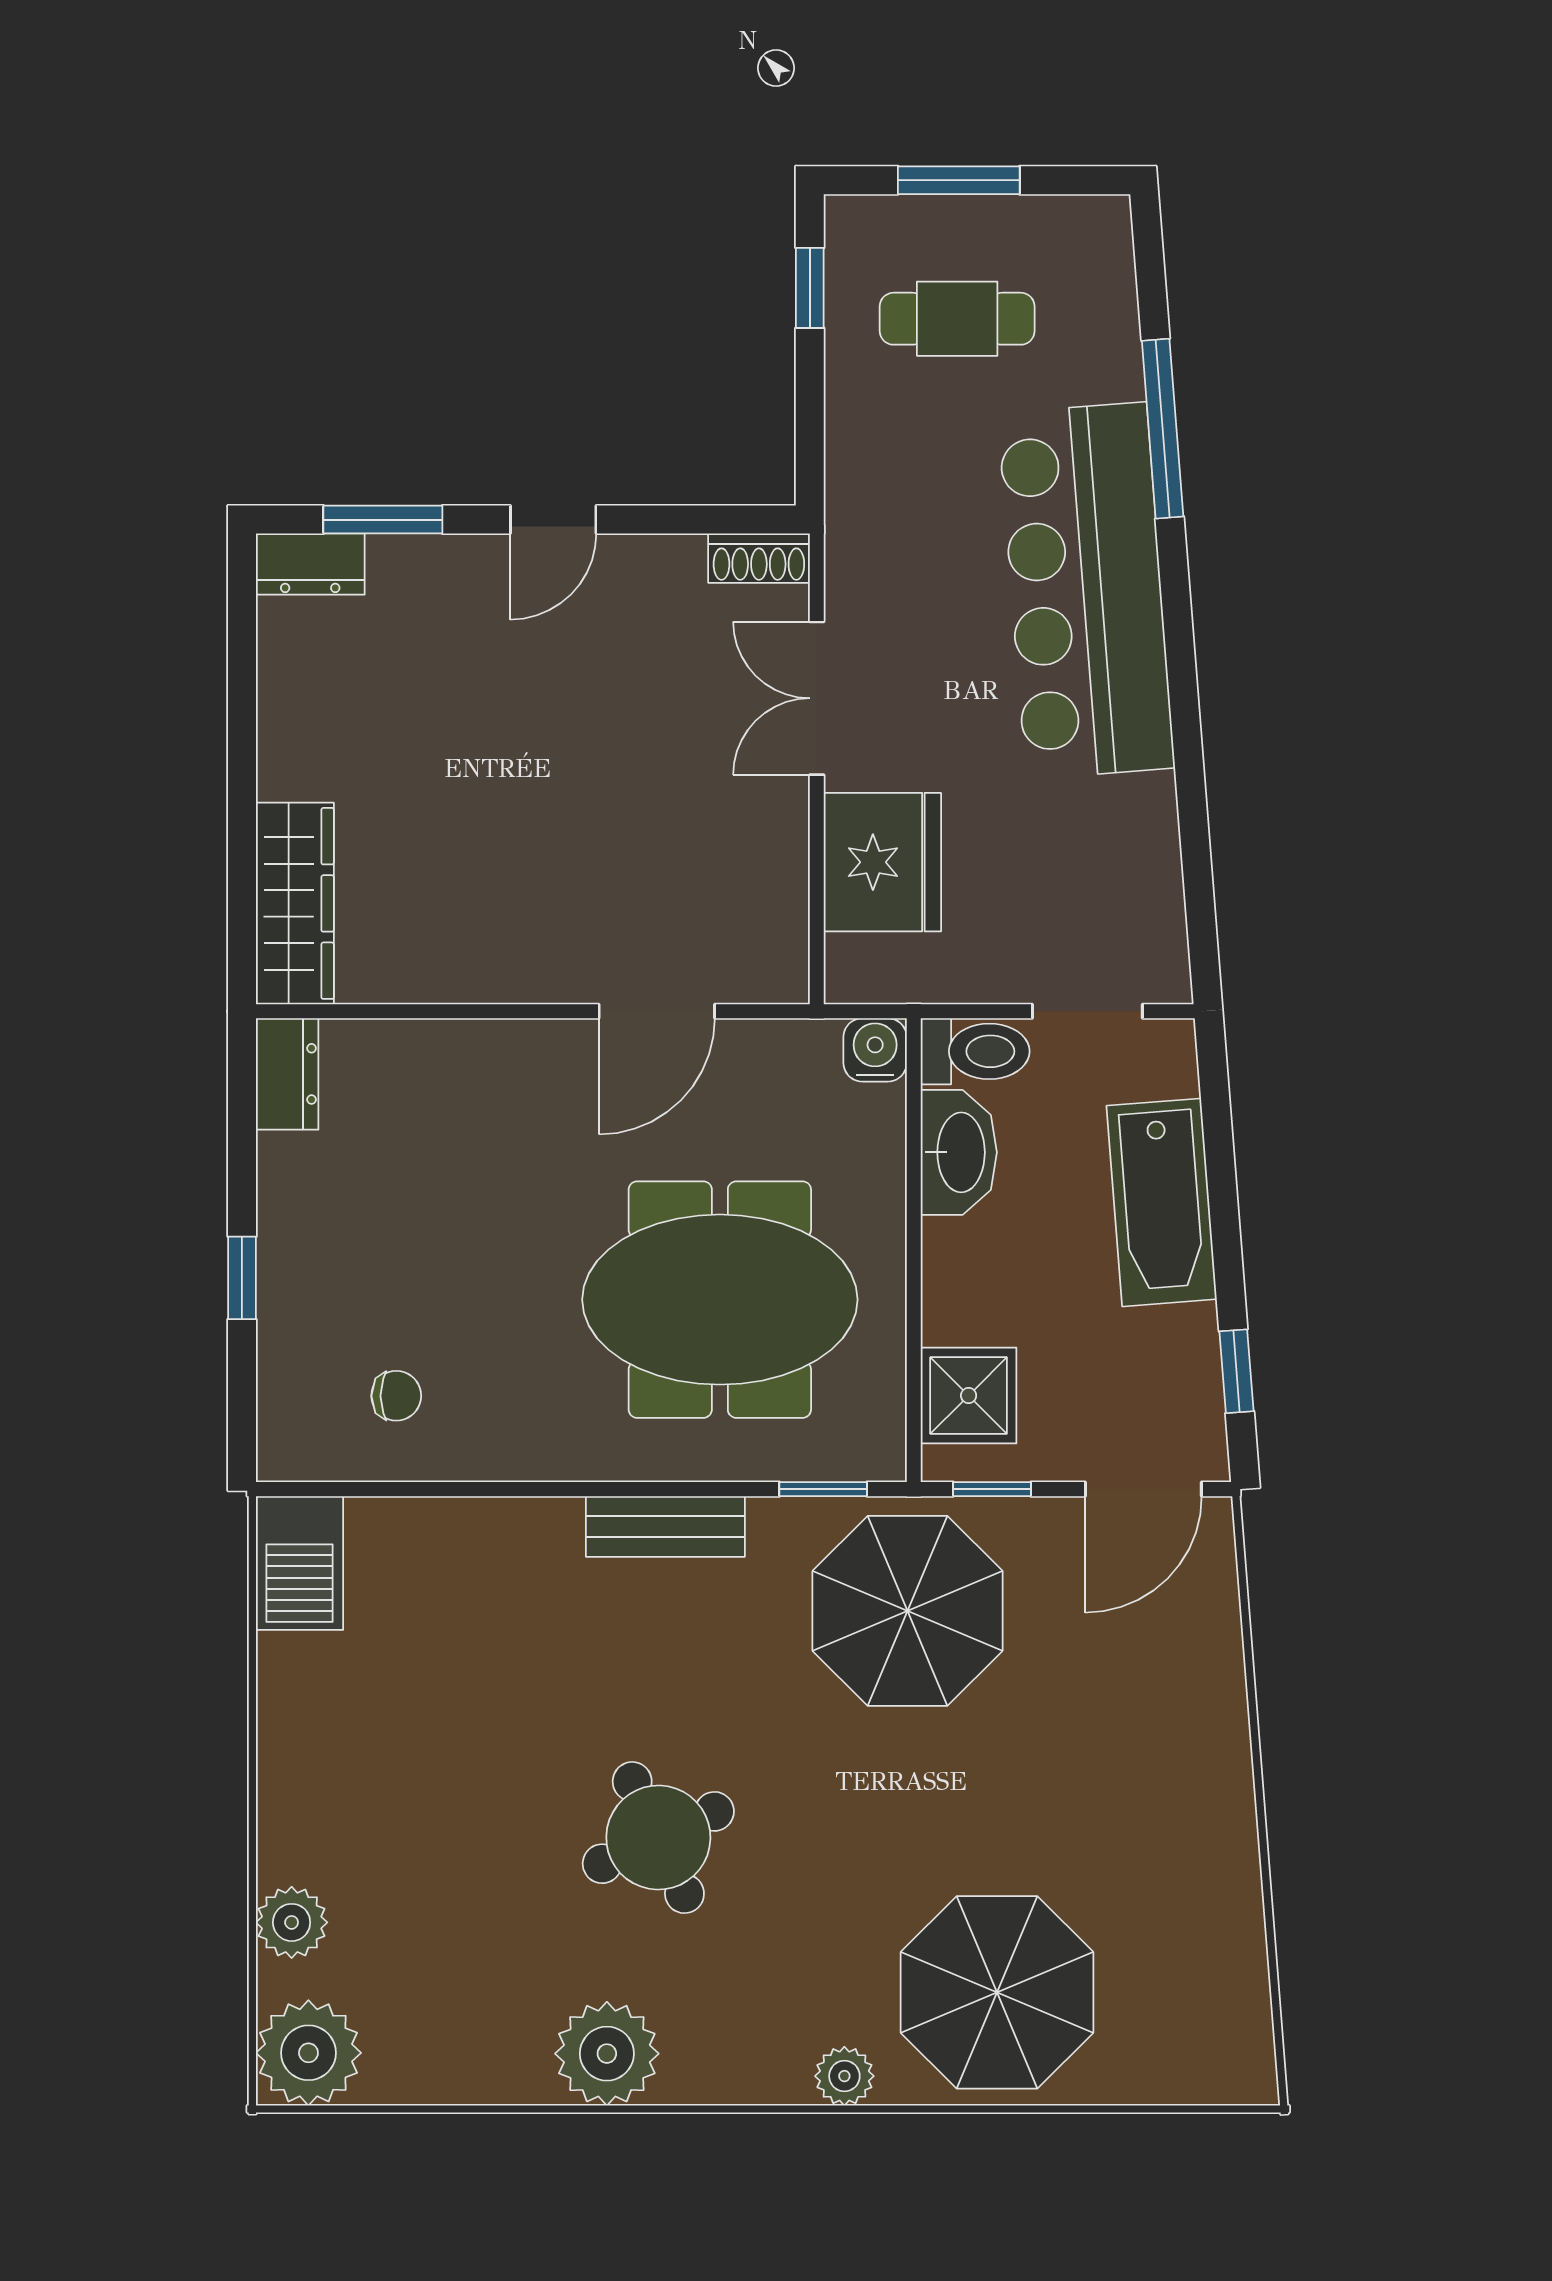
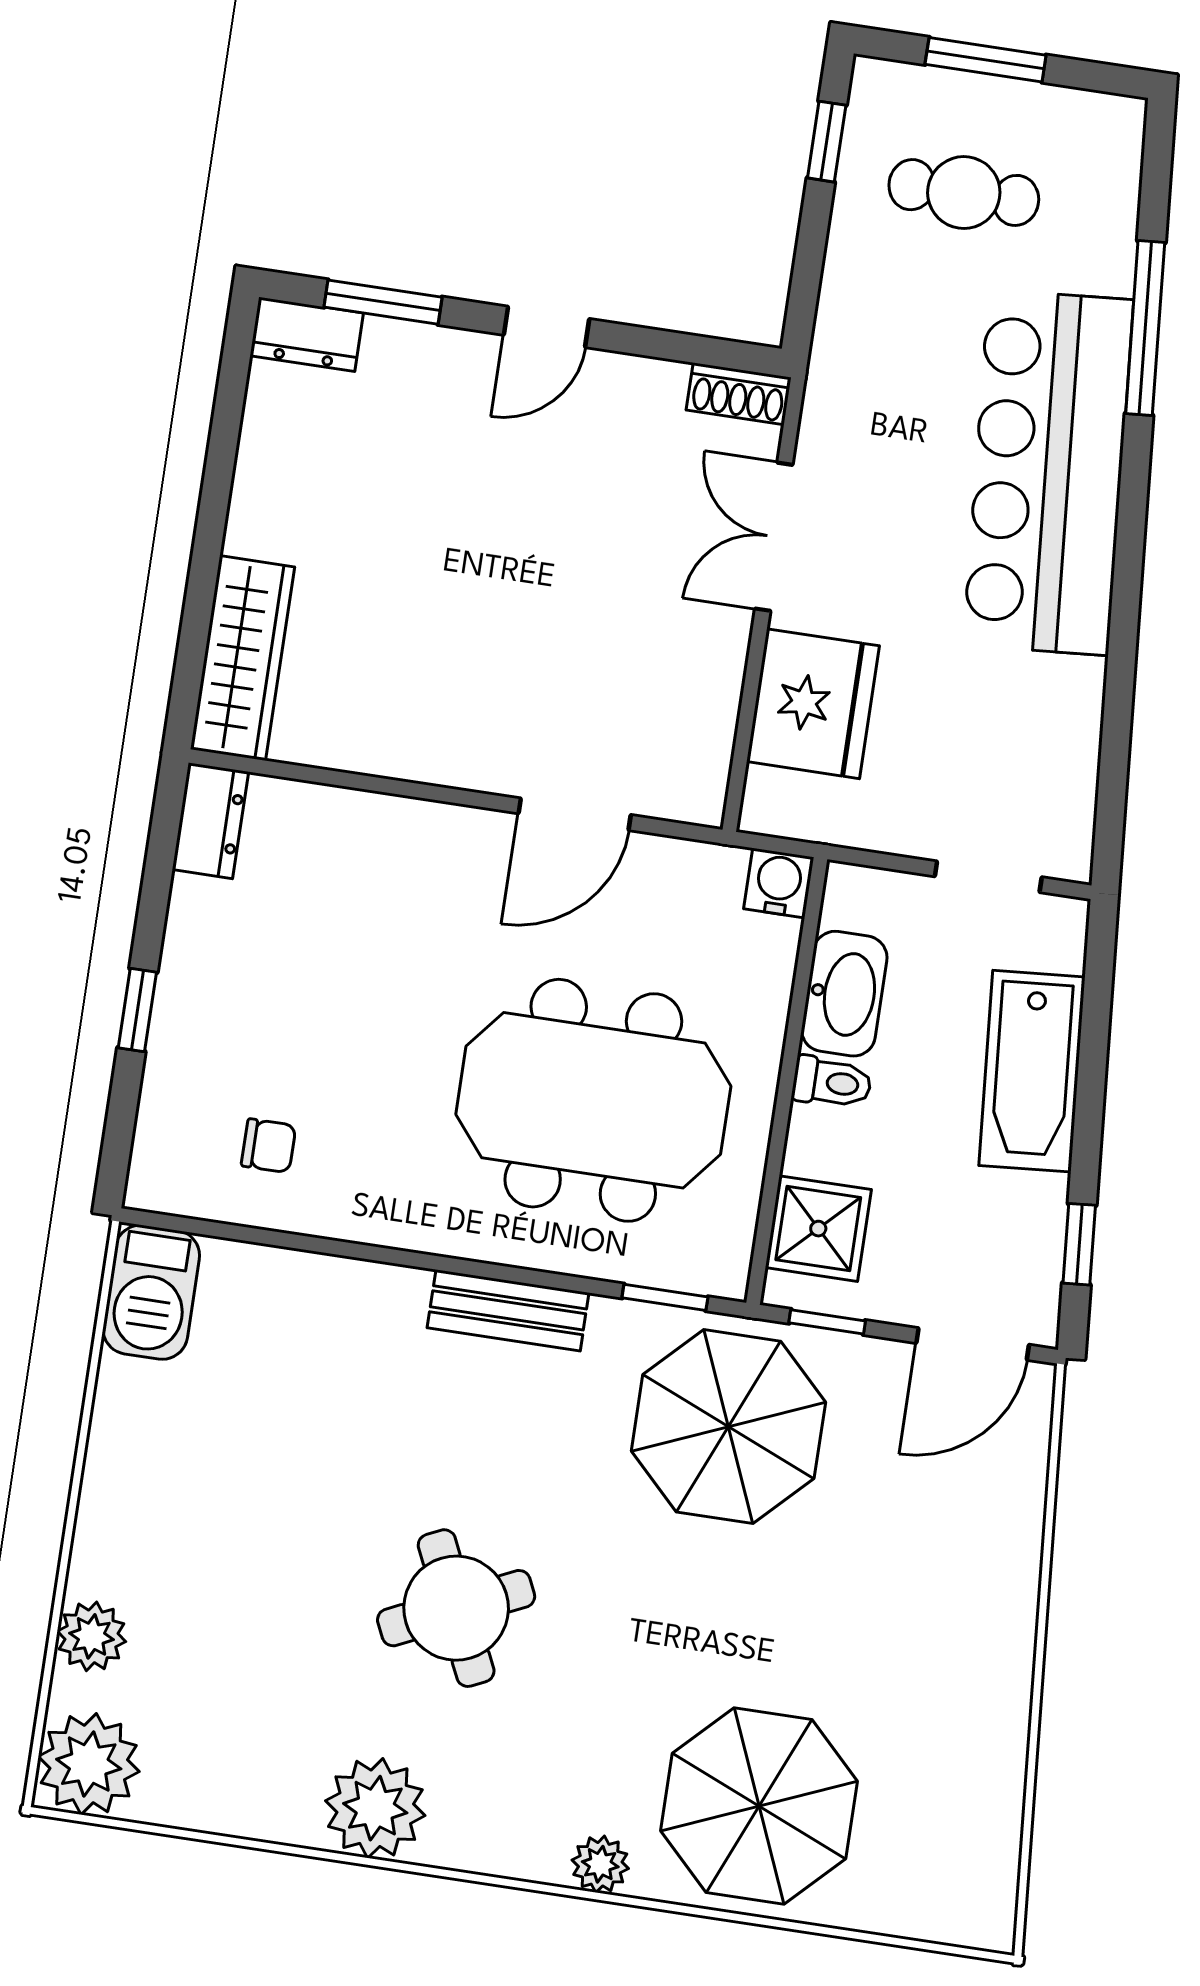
toilet: (975, 1051) -> (832, 1082), moved, width x0.73, depth x0.72

